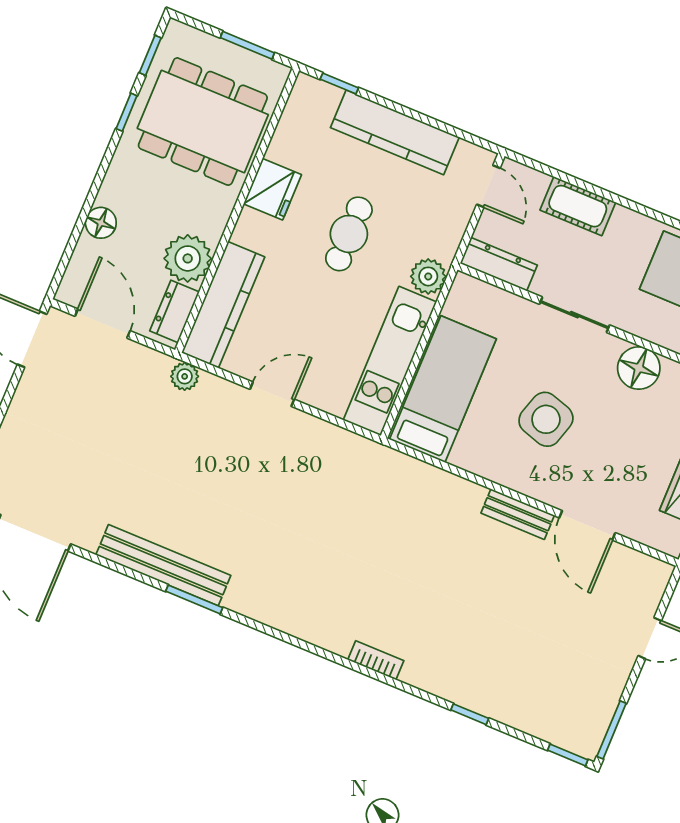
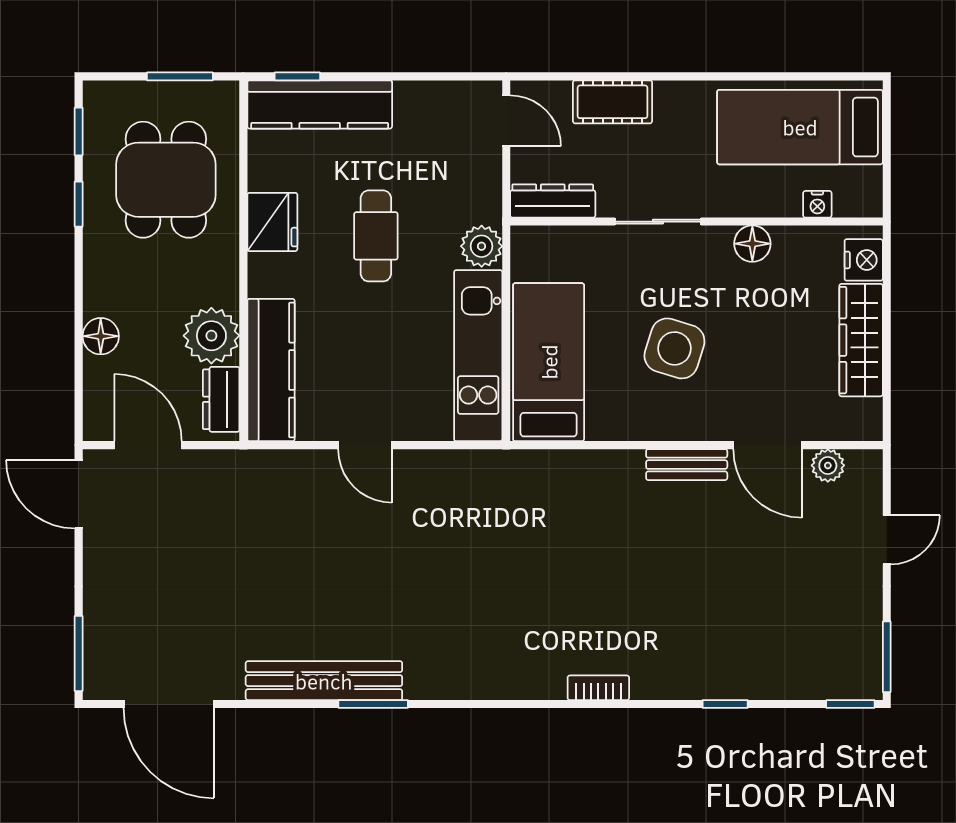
dining table: (203, 122) -> (166, 180), width x0.73
kitchen counter: (395, 132) -> (320, 104), moved
floor lamp: (639, 368) -> (752, 244), width x0.73, depth x0.73
plant: (185, 376) -> (828, 465), moved
door: (272, 394) -> (365, 445), swing flipped

